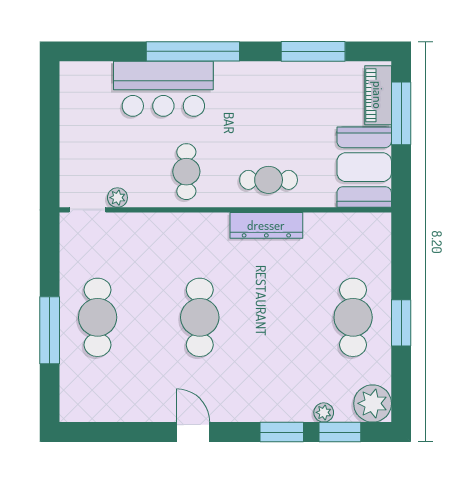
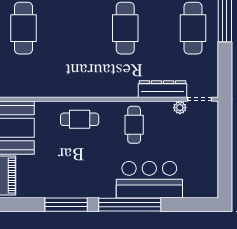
window: (313, 51) -> (66, 205), moved
dresser: (266, 225) -> (162, 89), moved

